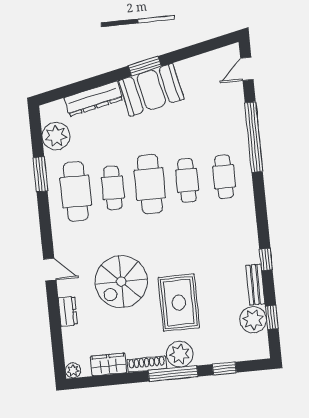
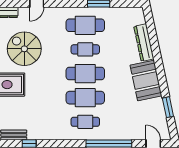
window: (145, 66) -> (168, 107), moved
plant: (56, 136) -> (122, 16), removed
cafe table: (187, 180) -> (85, 98), width x1.37, depth x1.35

